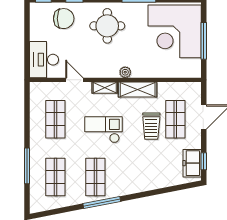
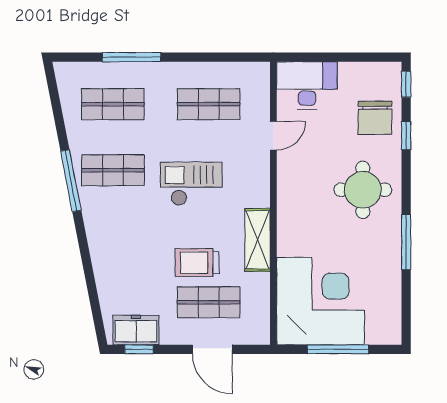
corner desk: (175, 31) -> (321, 301), moved, turned 90
plant: (125, 72) -> (286, 220), removed
shelving: (105, 88) -> (261, 186), removed
checkout: (104, 130) -> (191, 184), turned -90

